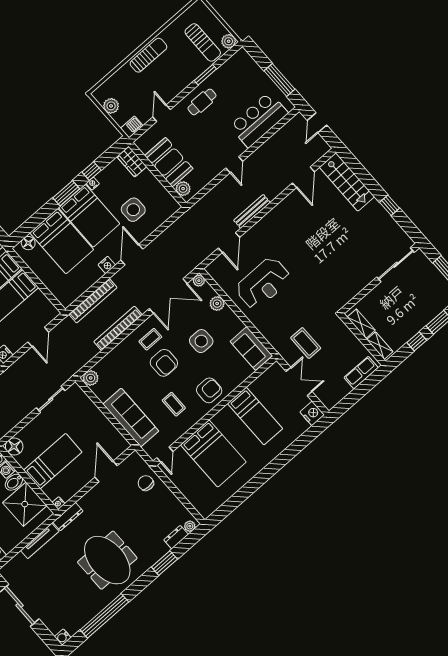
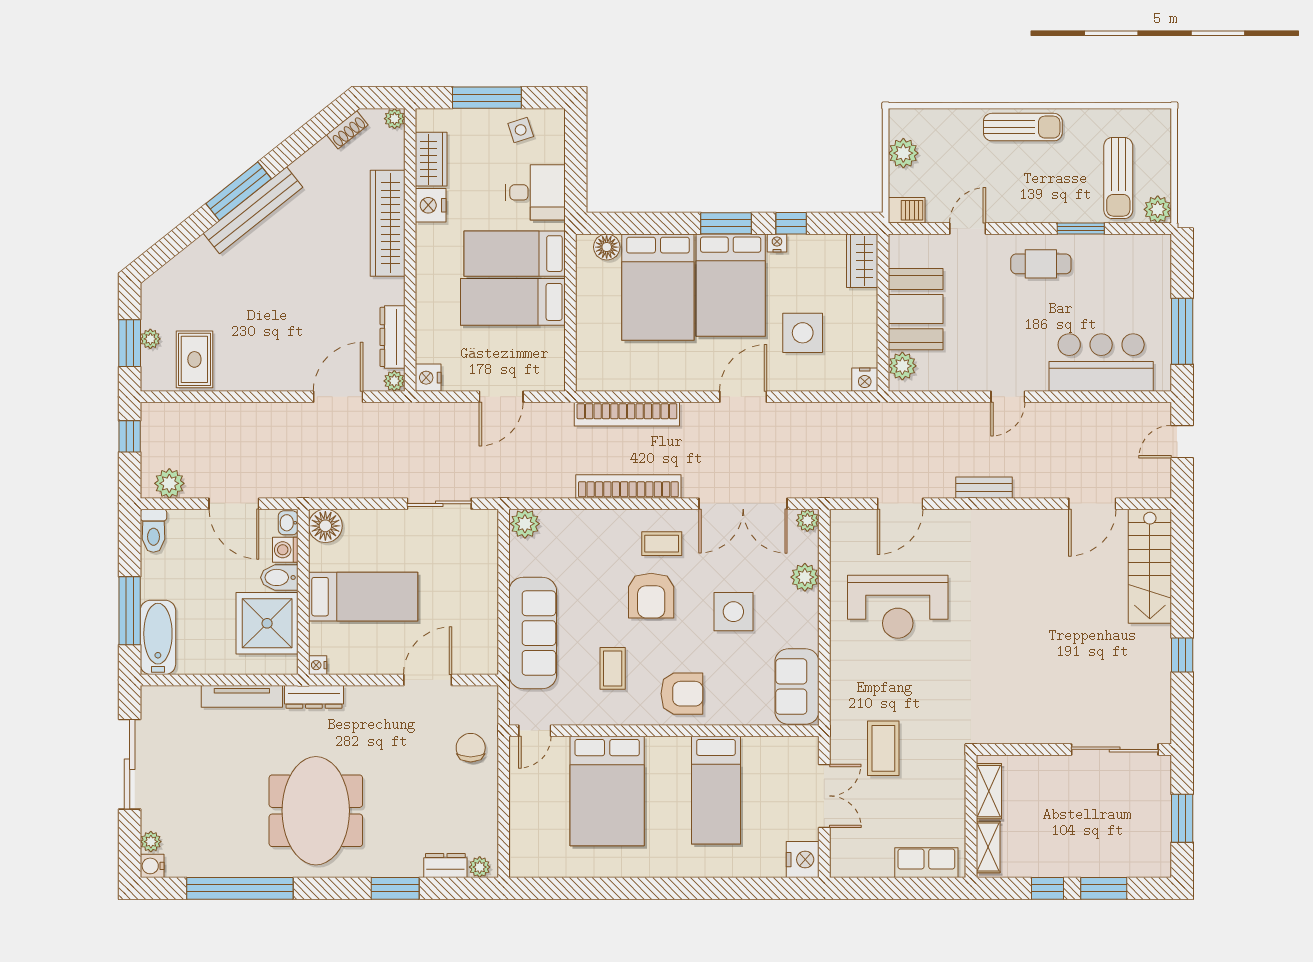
bench: (252, 211) -> (984, 488), width x0.73
nightstand: (107, 265) -> (865, 380), moved
plant: (54, 628) -> (151, 842), added

